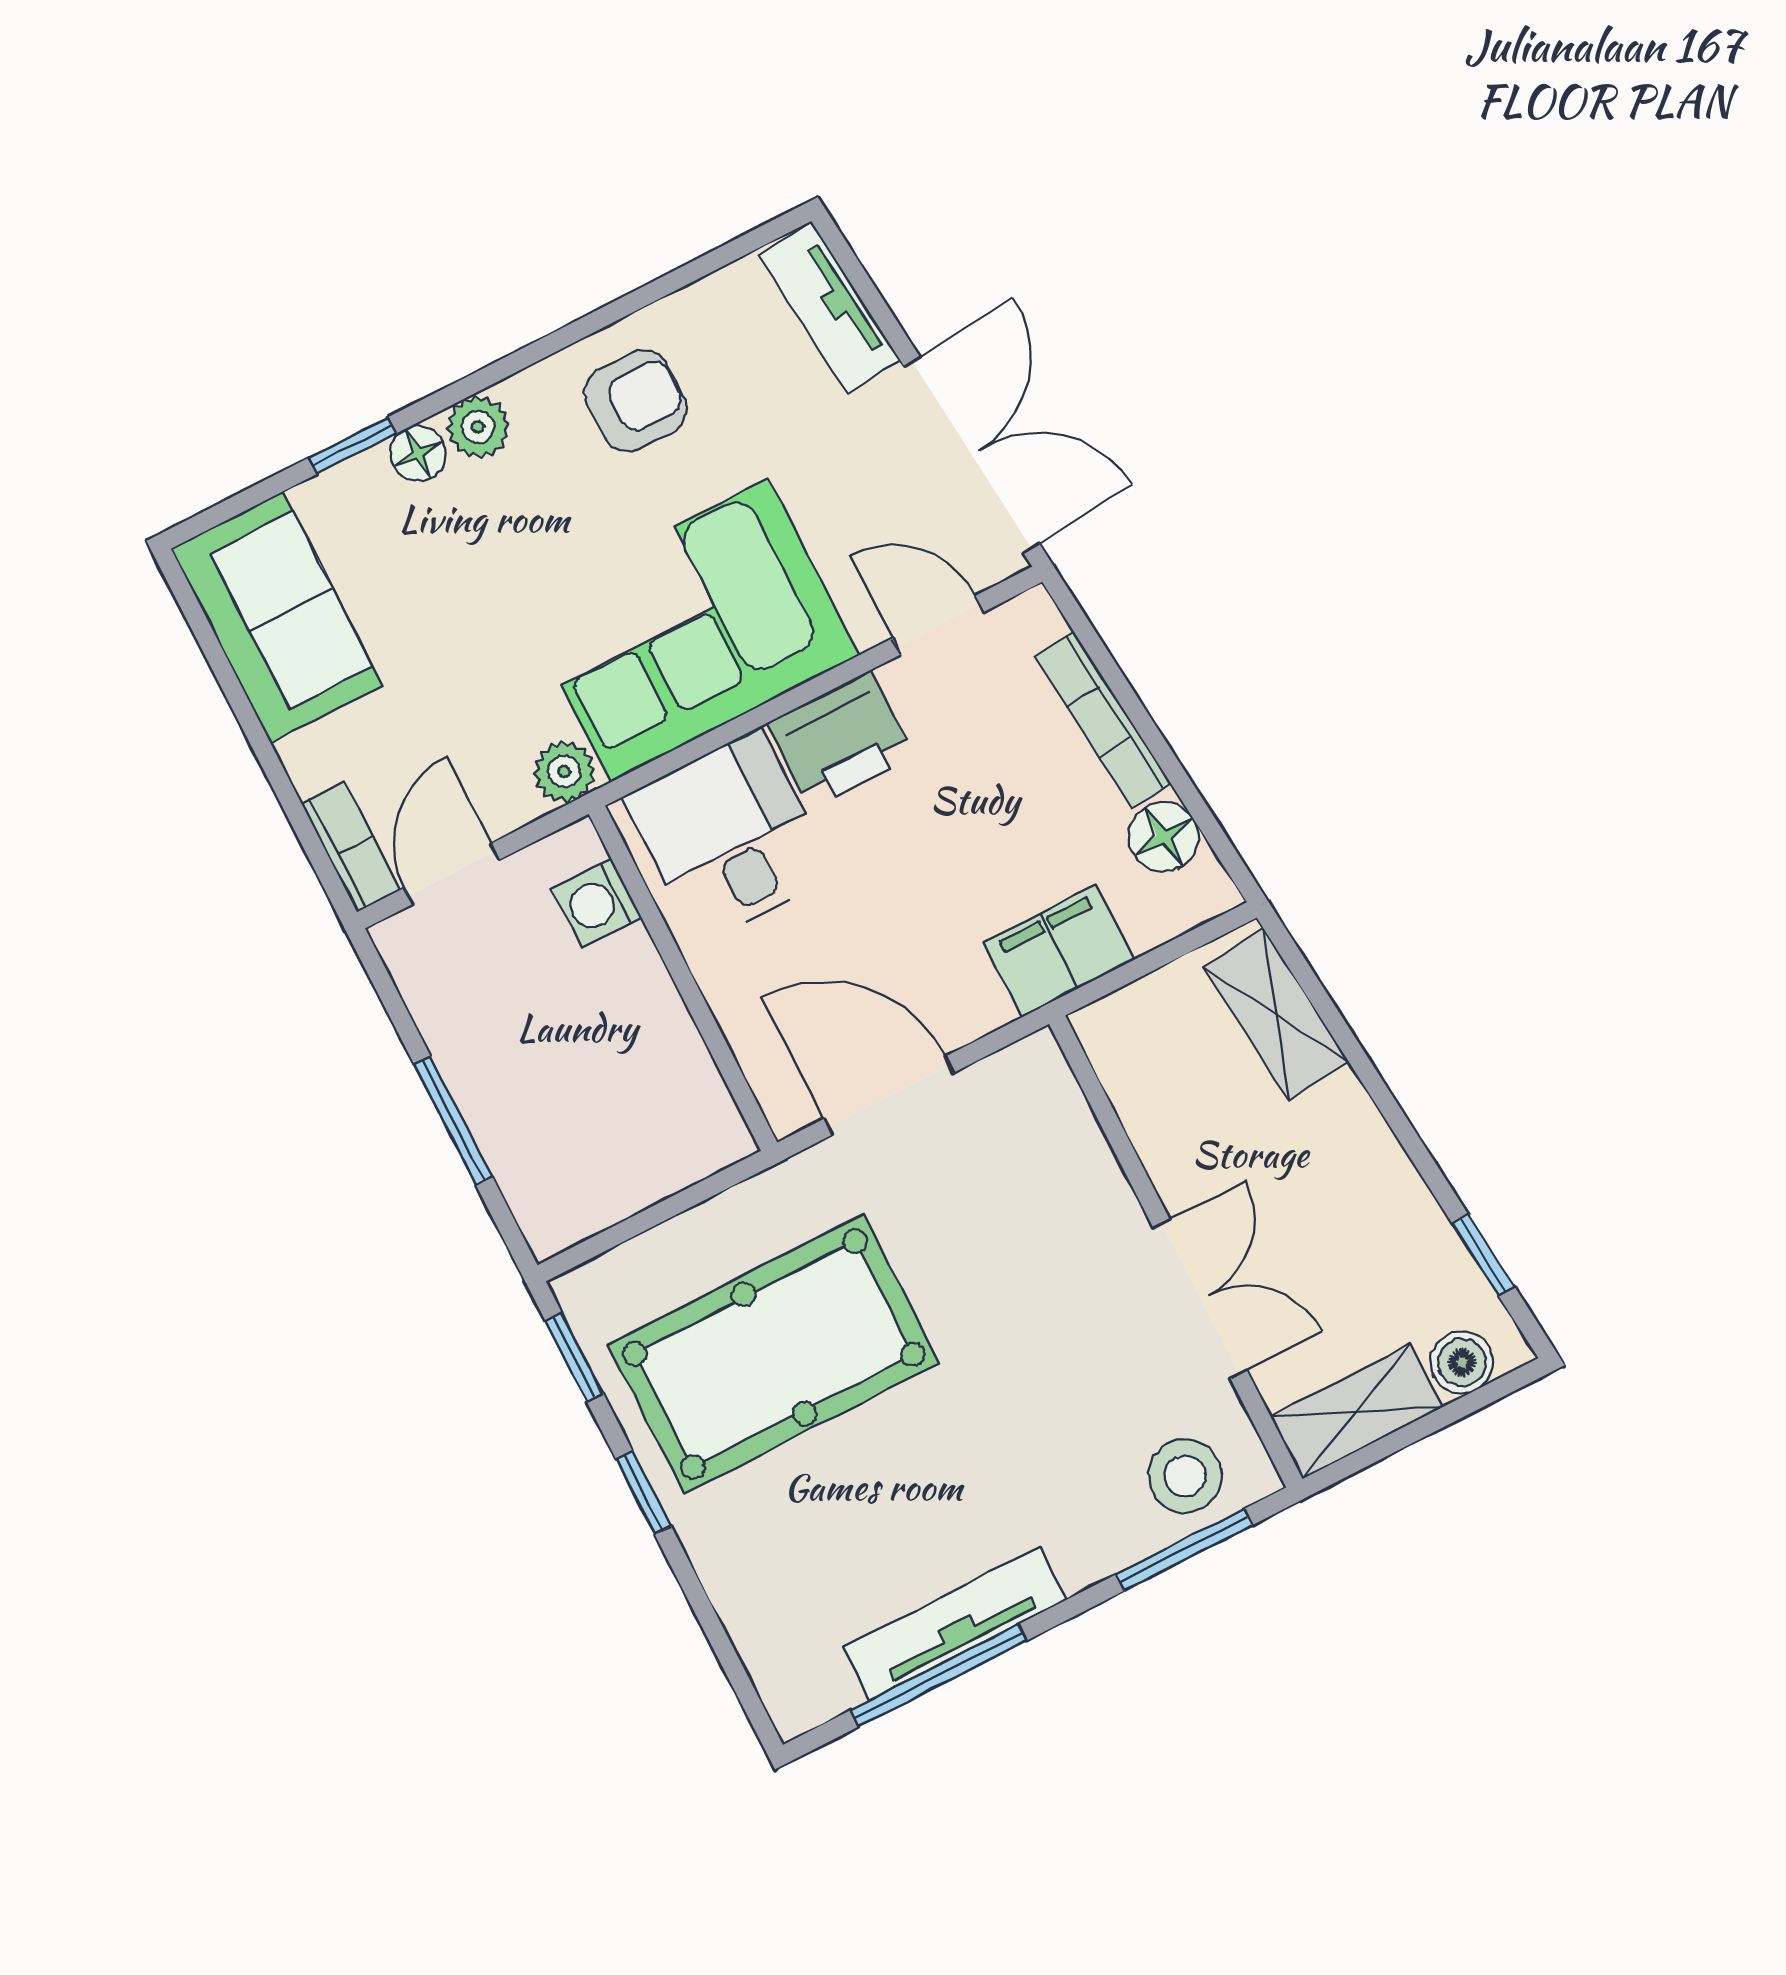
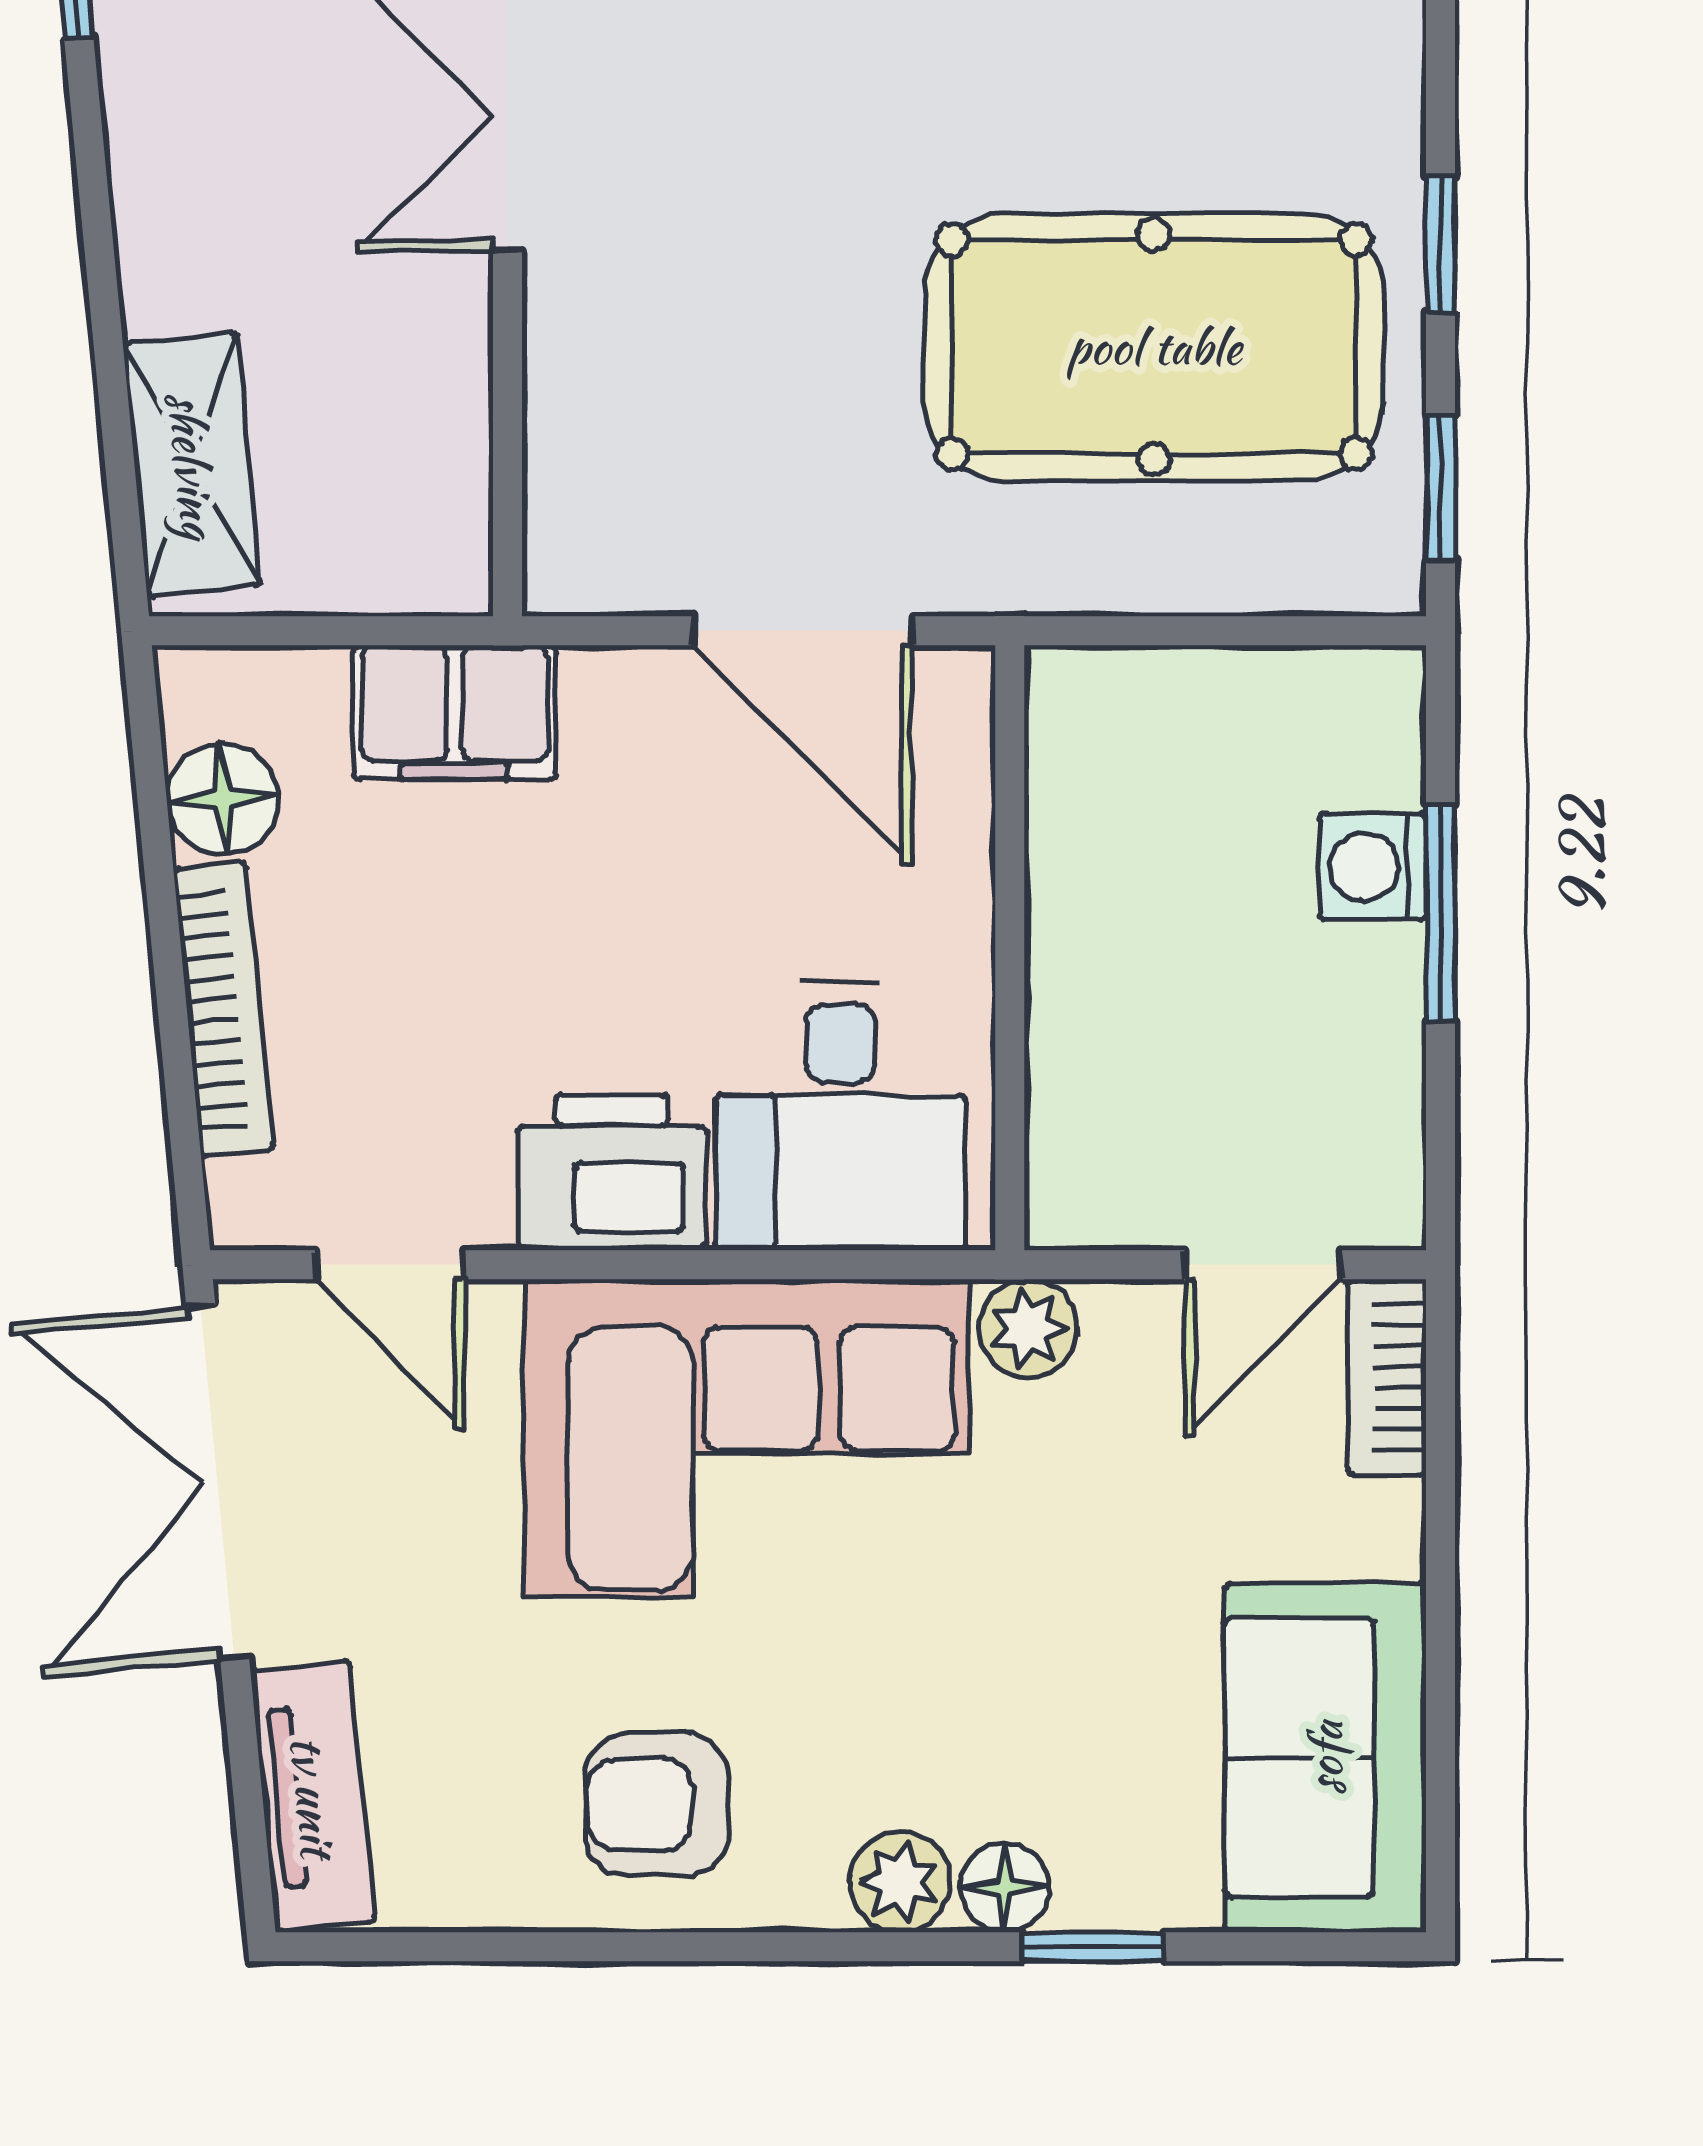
washing machine: (597, 903) -> (1373, 867), moved, turned 180

